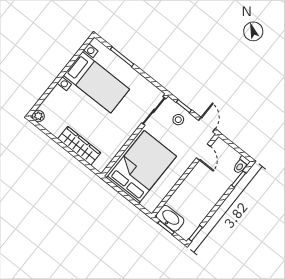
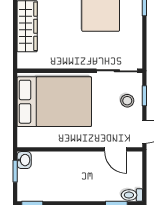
door: (203, 152) -> (116, 149), hinge flipped
washbasin: (170, 218) -> (24, 160), width x0.52, depth x0.69

